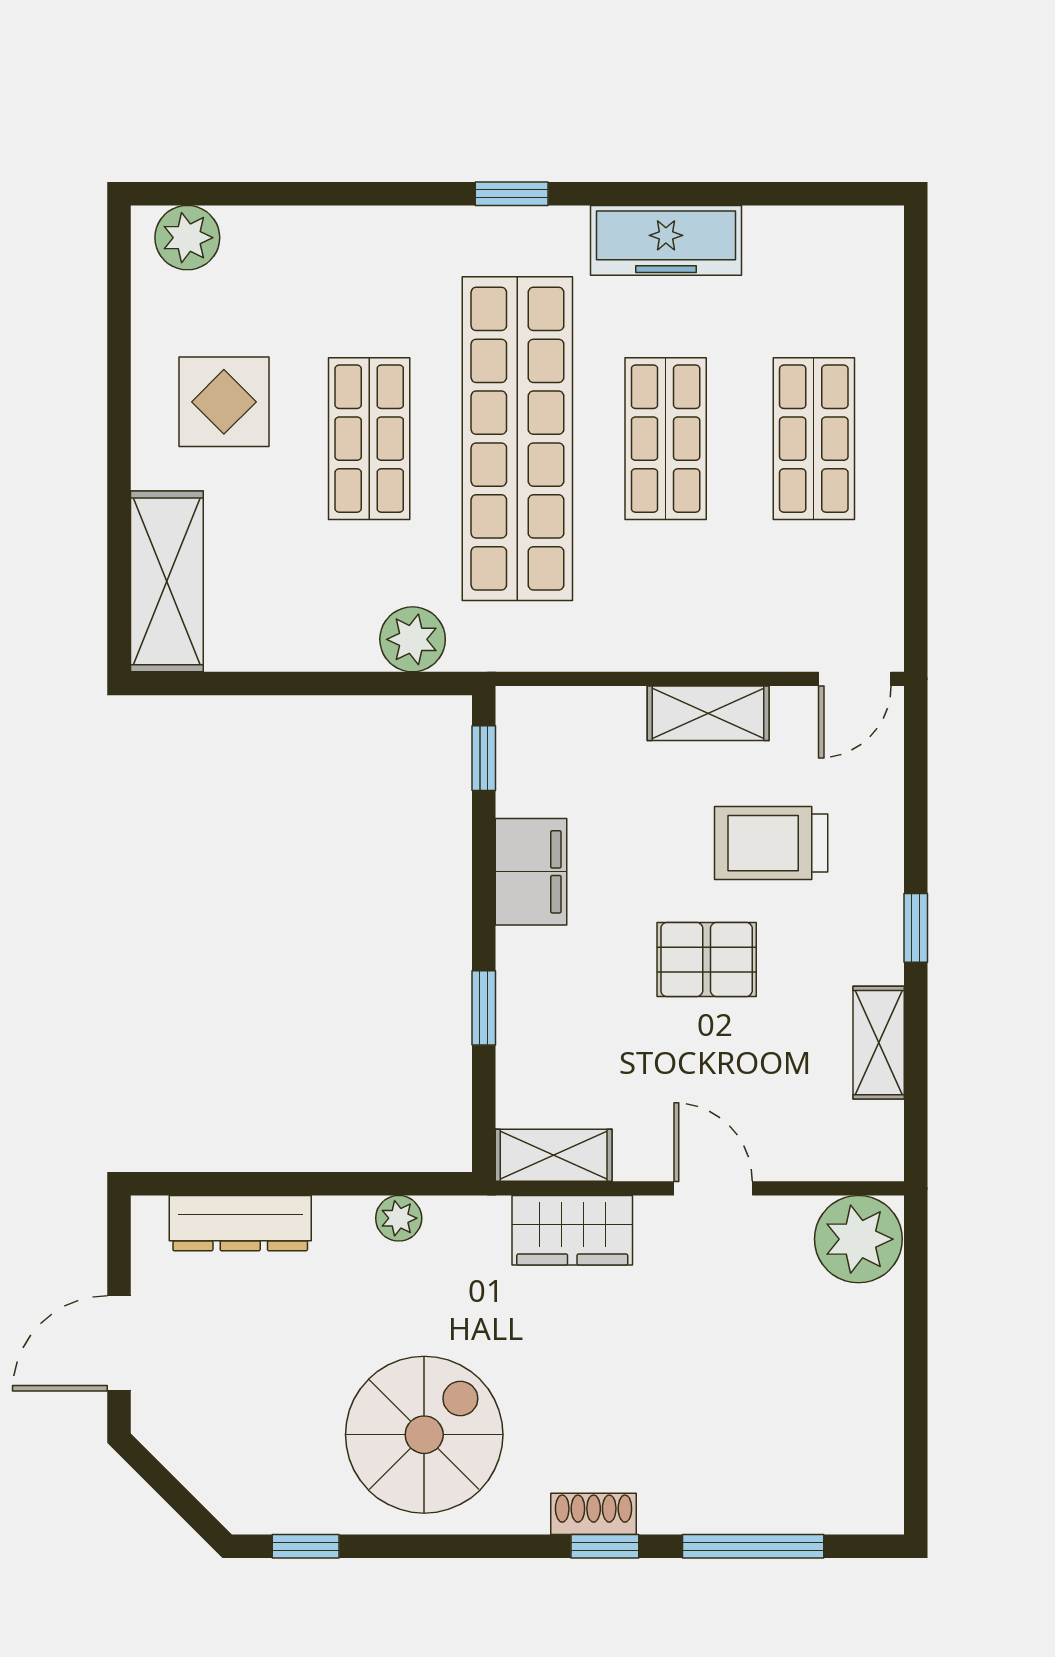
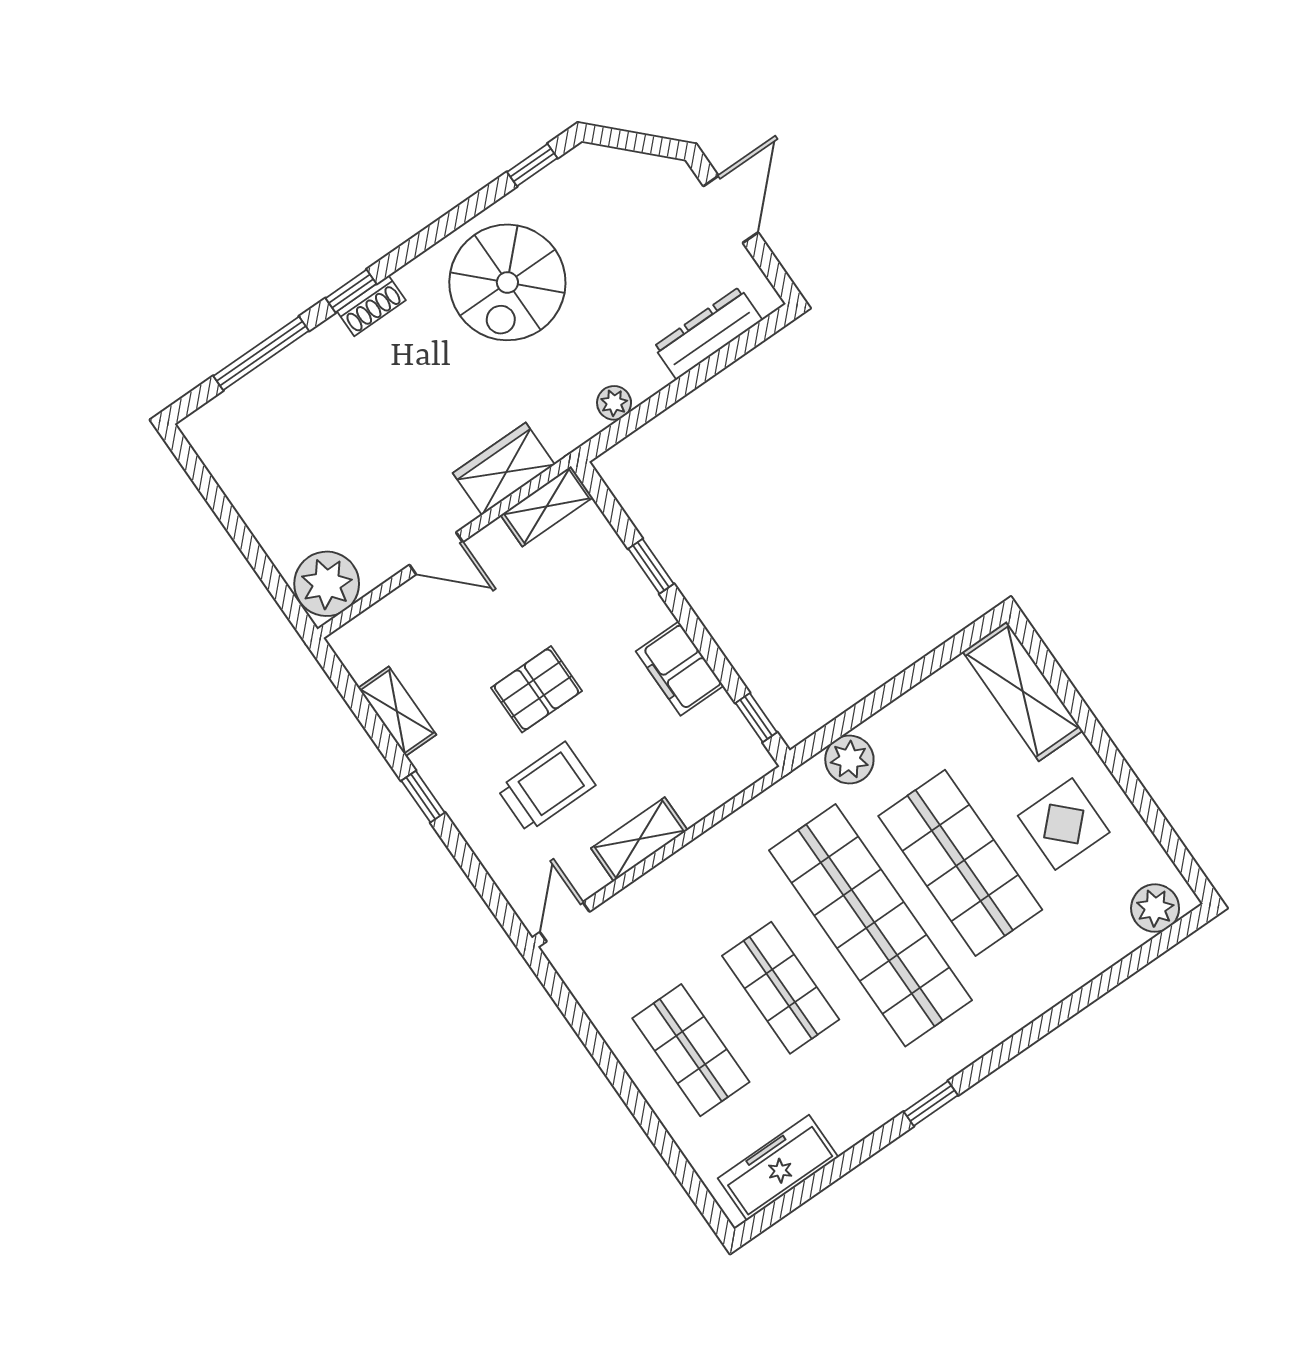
window: (512, 194) -> (931, 1103), moved
freezer: (666, 240) -> (778, 1168), moved
shop shelf: (369, 439) -> (960, 863), width x1.43, depth x1.36

